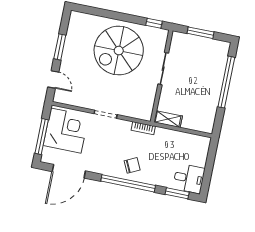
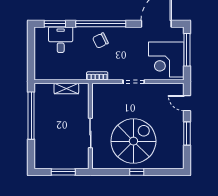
window: (154, 23) -> (137, 172), moved
window: (226, 82) -> (31, 116), moved
shelving: (168, 119) -> (66, 89), moved
desk: (189, 178) -> (61, 40), moved, turned 90

